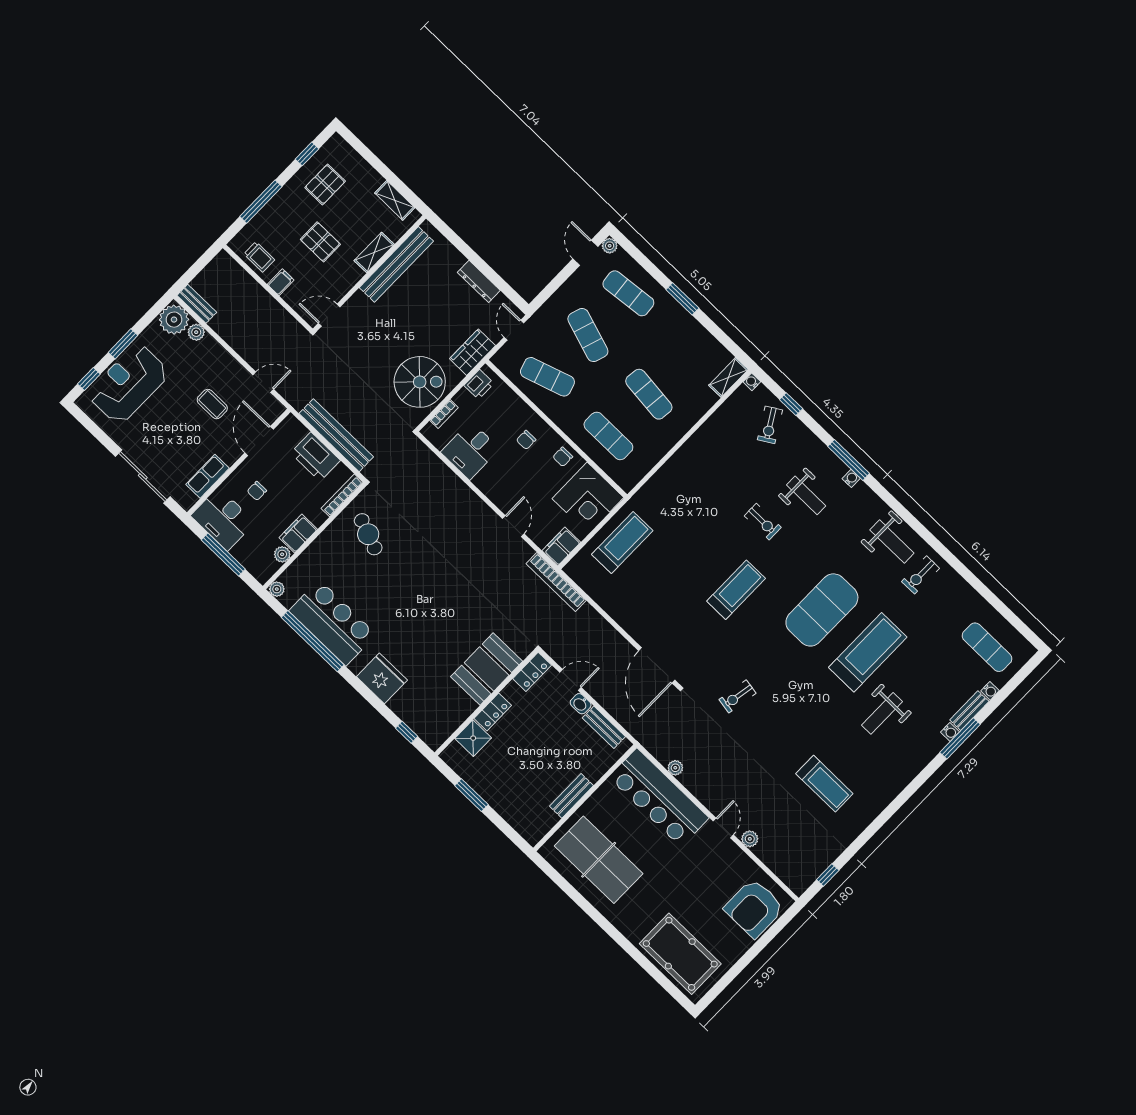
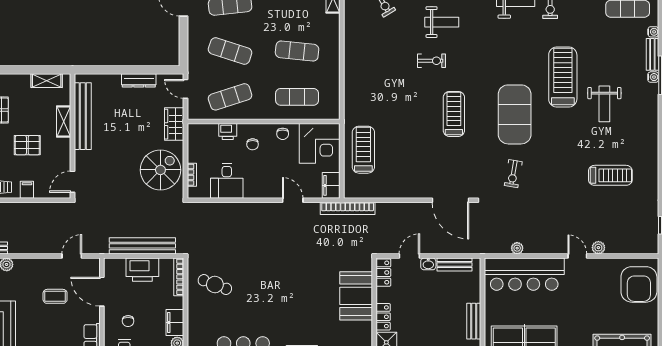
printer: (479, 384) -> (228, 131), moved, turned 90
exercise mat: (822, 610) -> (515, 114), moved

